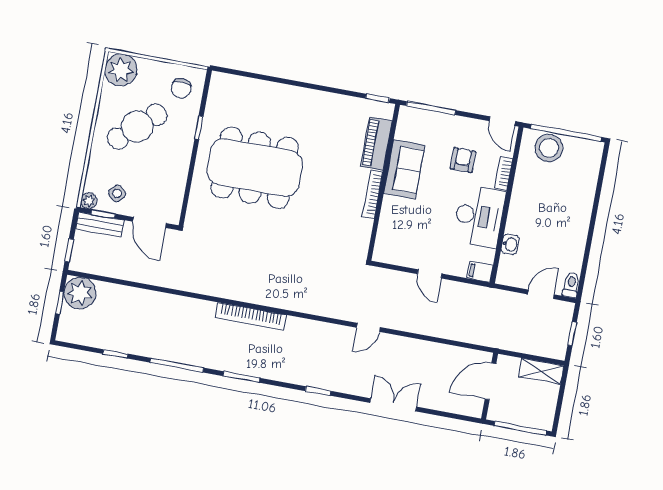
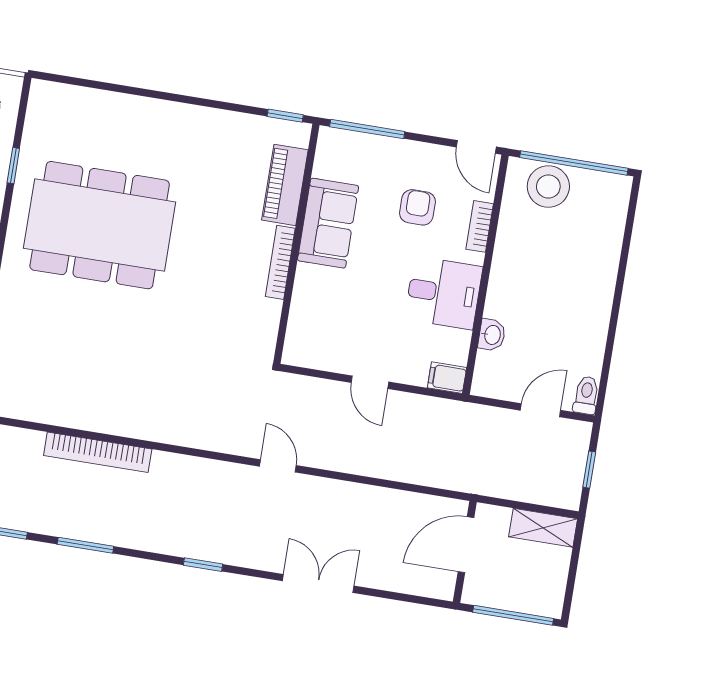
desk: (479, 216) -> (444, 293), width x0.73
door: (368, 327) -> (278, 466), swing flipped

